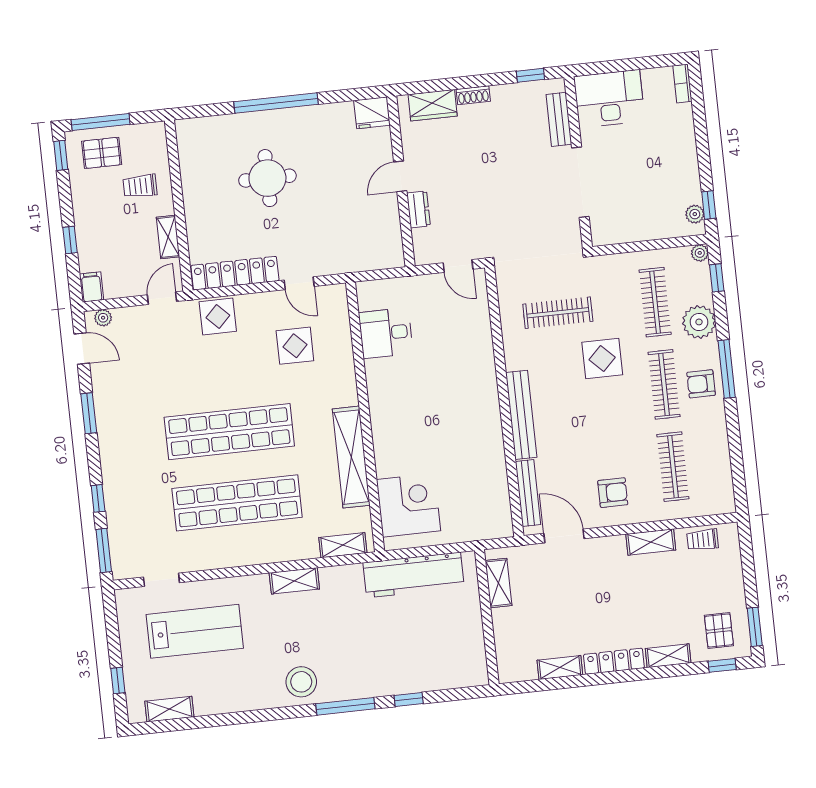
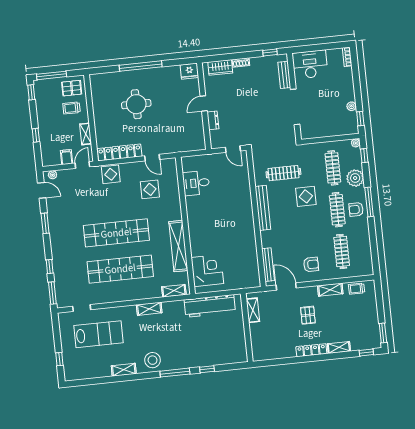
pallet: (102, 153) -> (72, 88), moved
plant: (695, 214) -> (351, 106), moved
filing cabinet: (91, 287) -> (67, 157), moved
bench: (521, 415) -> (263, 208), moved
pallet: (719, 630) -> (308, 315), moved
shelving: (560, 667) -> (284, 353), removed
shelving: (169, 709) -> (124, 370), moved

